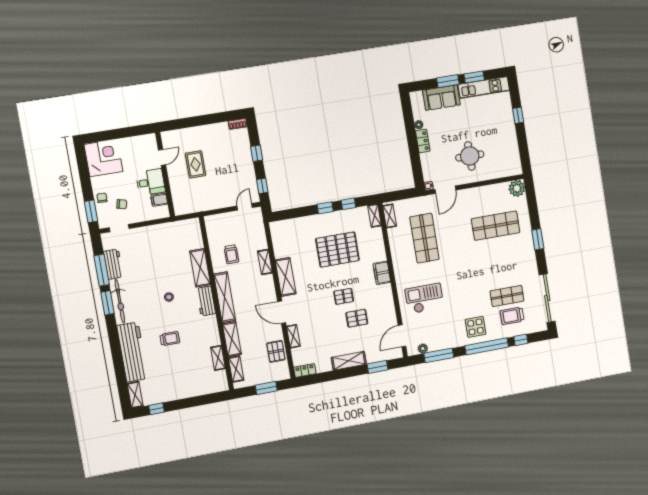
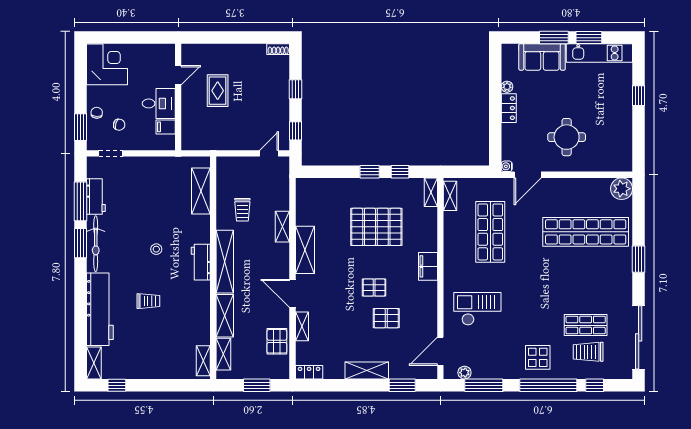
shop shelf: (496, 226) -> (586, 232), width x1.40
shelving: (200, 268) -> (201, 191), moved
shelving: (218, 358) -> (203, 361), moved

